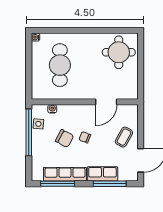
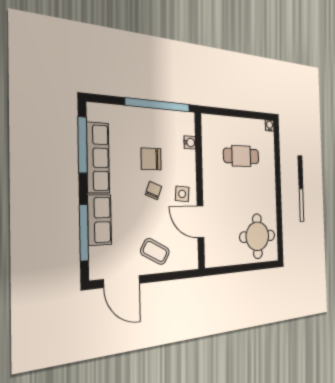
cafe table: (60, 65) -> (241, 156), width x0.73, depth x0.74
side table: (38, 124) -> (182, 194), moved
chair: (65, 138) -> (151, 159), turned 62

